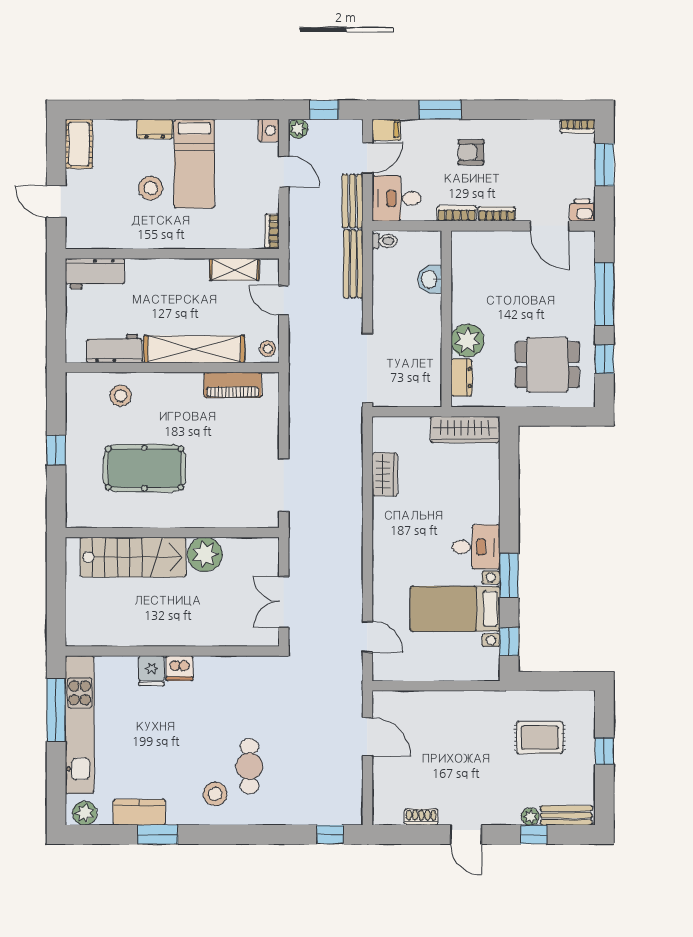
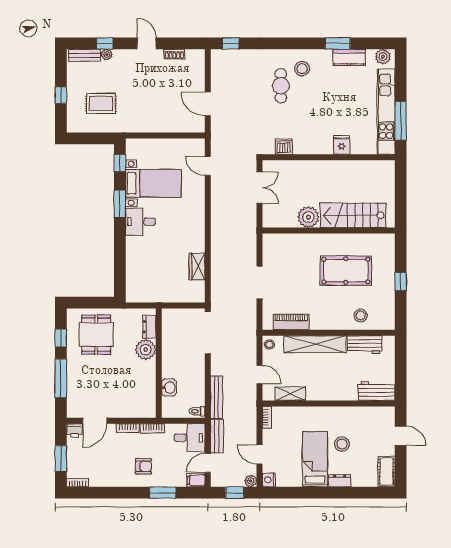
door: (550, 226) -> (95, 421), swing flipped
dining table: (547, 365) -> (96, 335), turned 90
wardrobe: (465, 430) -> (148, 294), removed
doorway: (284, 485) -> (260, 282), moved
dishwasher: (179, 668) -> (284, 147), moved

